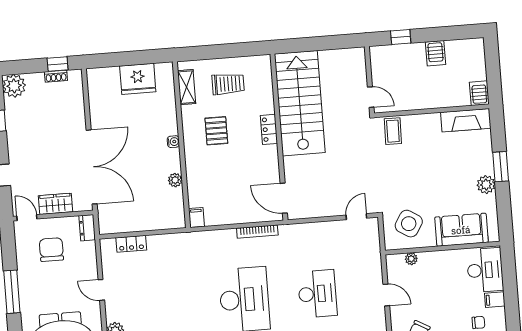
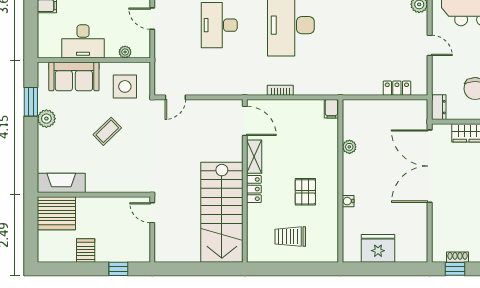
shelving: (187, 87) -> (254, 157), moved
server rack: (479, 93) -> (56, 213), width x2.18, depth x1.44
coffee table: (393, 131) -> (107, 131), moved, turned 45
water cooler: (173, 142) -> (348, 201), moved
window: (501, 167) -> (31, 102), moved
side table: (409, 224) -> (125, 86), turned -32
bookcase: (257, 232) -> (280, 90), width x0.64
desk: (485, 270) -> (83, 41), moved, turned -90

